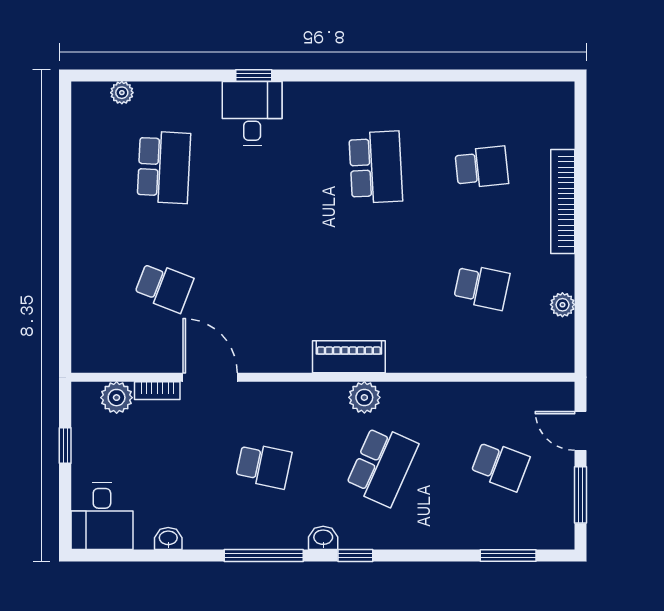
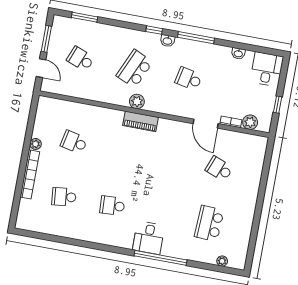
window: (254, 75) -> (160, 258), width x3.17
desk: (252, 113) -> (149, 238), moved
school desk: (376, 167) -> (112, 206), width x0.54
plant: (562, 305) -> (36, 144), moved

